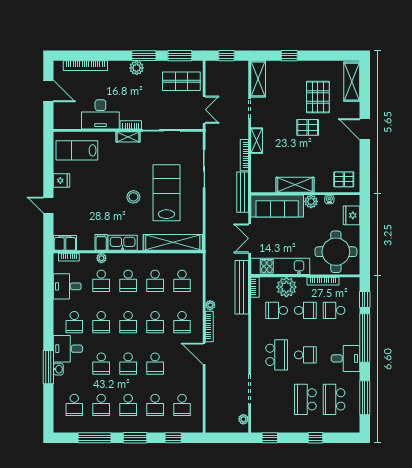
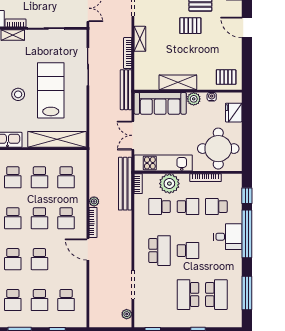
desk: (346, 358) -> (228, 237), moved
school desk: (334, 399) -> (216, 295), turned 180

